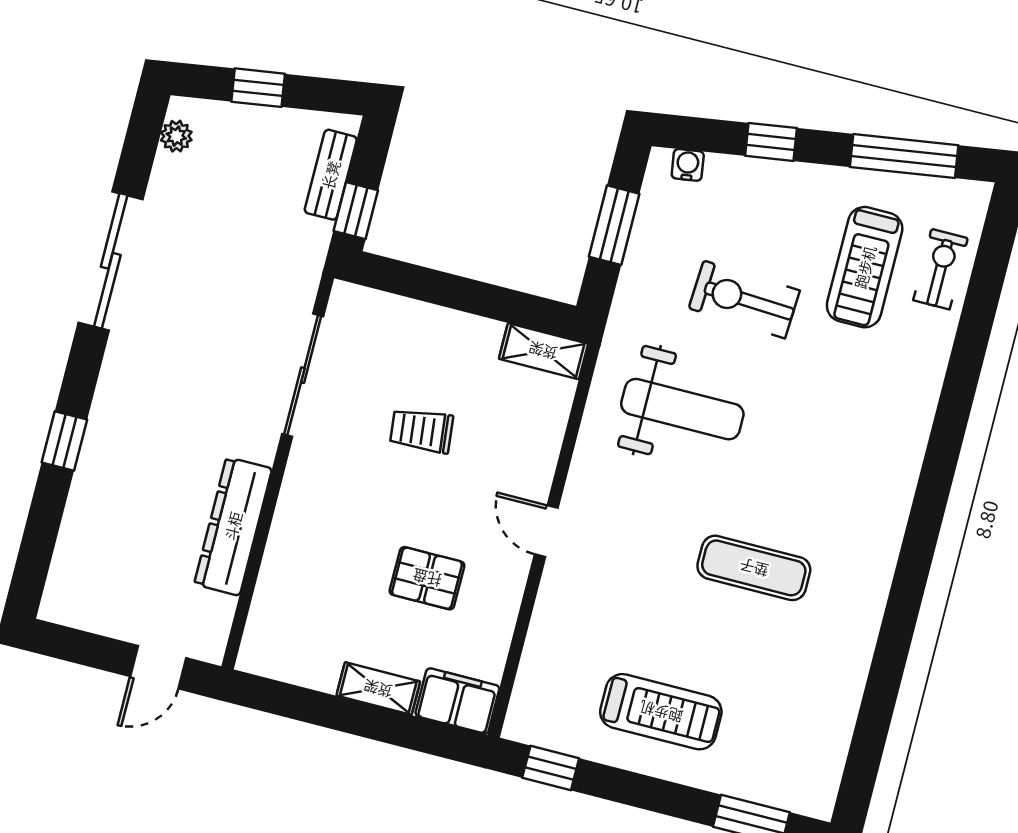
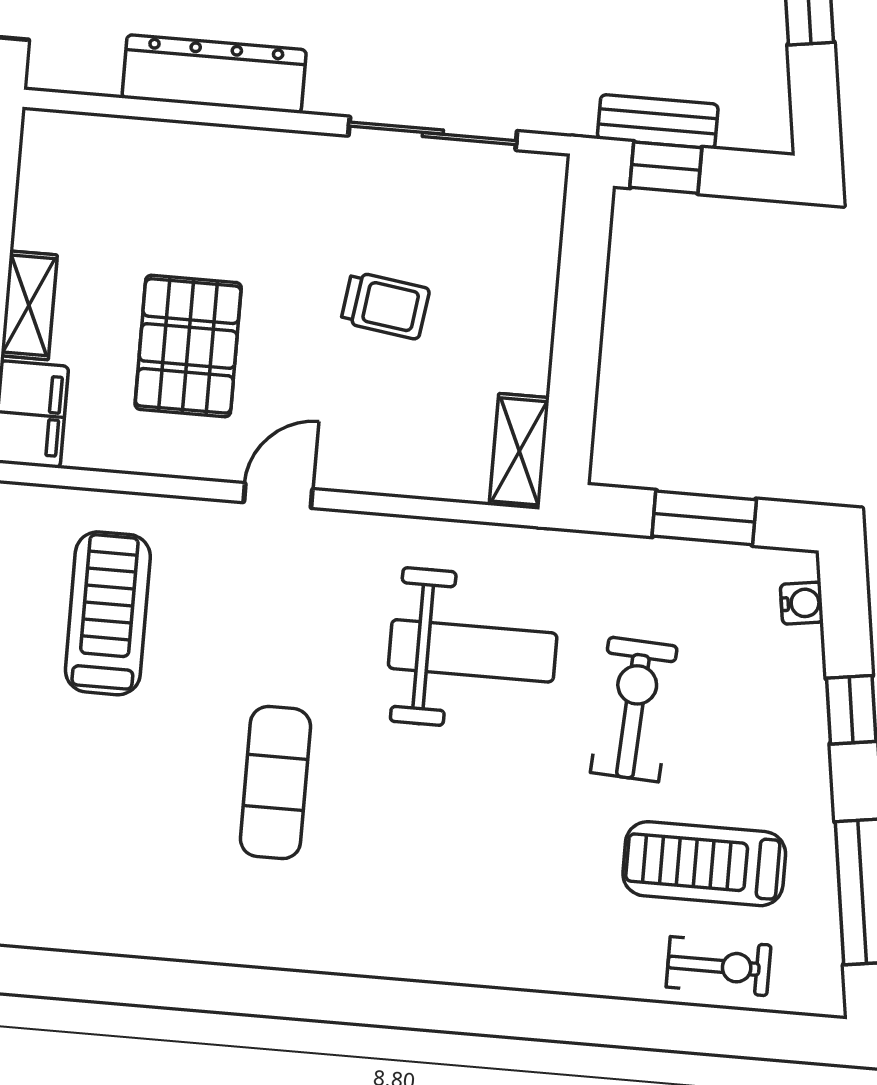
bench: (331, 175) -> (658, 122), moved
weight bench: (682, 409) -> (473, 651), turned -90
trolley: (421, 431) -> (385, 305), turned 104
pallet: (427, 578) -> (188, 346), width x1.50, depth x1.42
treadmill: (661, 712) -> (108, 613), moved, turned 180

